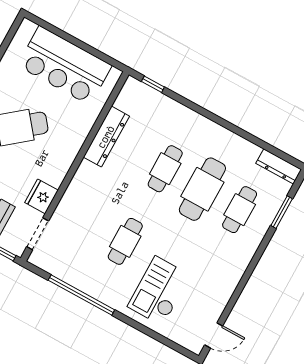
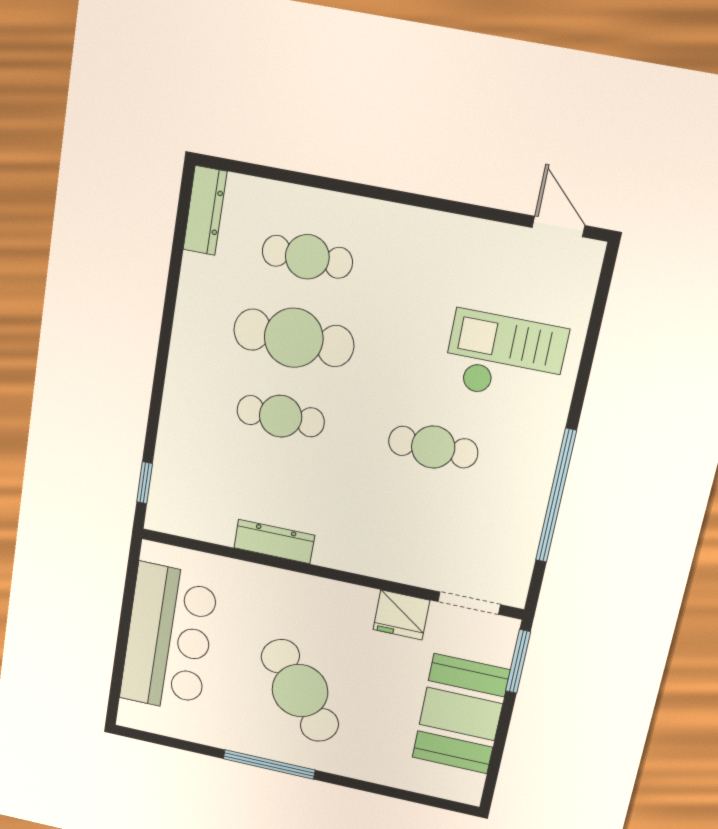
dresser: (106, 137) -> (274, 541), width x0.73, depth x0.80
window: (282, 212) -> (285, 176), removed
checkout: (159, 291) -> (505, 357), turned 180

